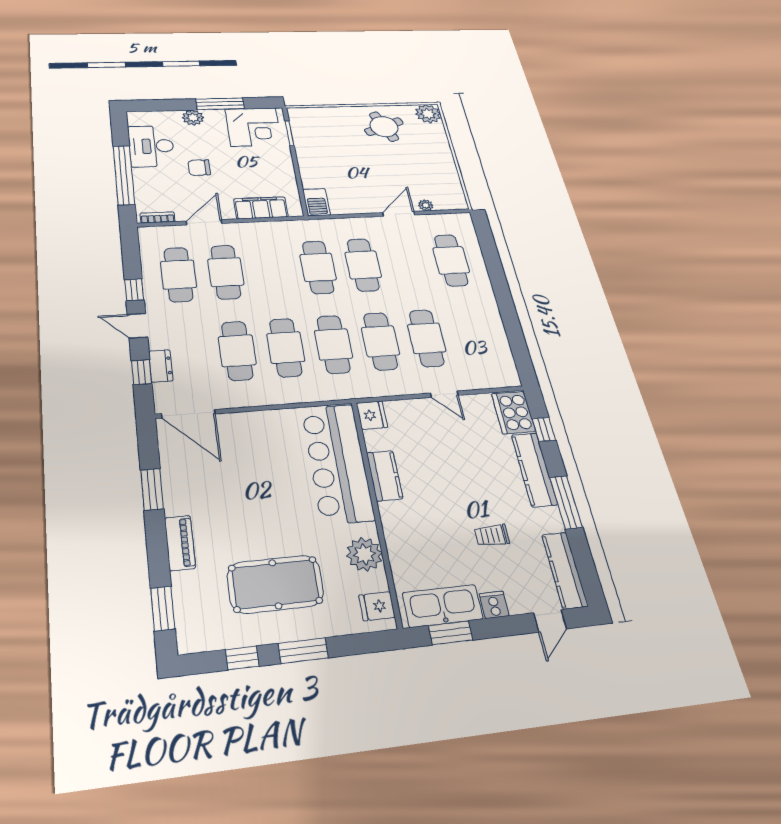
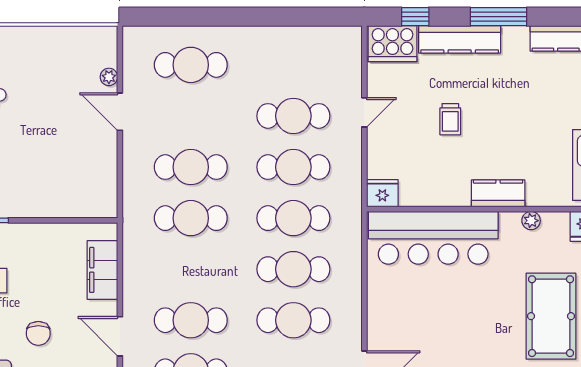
barbecue: (316, 202) -> (97, 205), removed
kitchen counter: (385, 476) -> (498, 193), moved
trolley: (492, 535) -> (450, 119), moved
plant: (364, 554) -> (531, 221), width x0.53, depth x0.53

